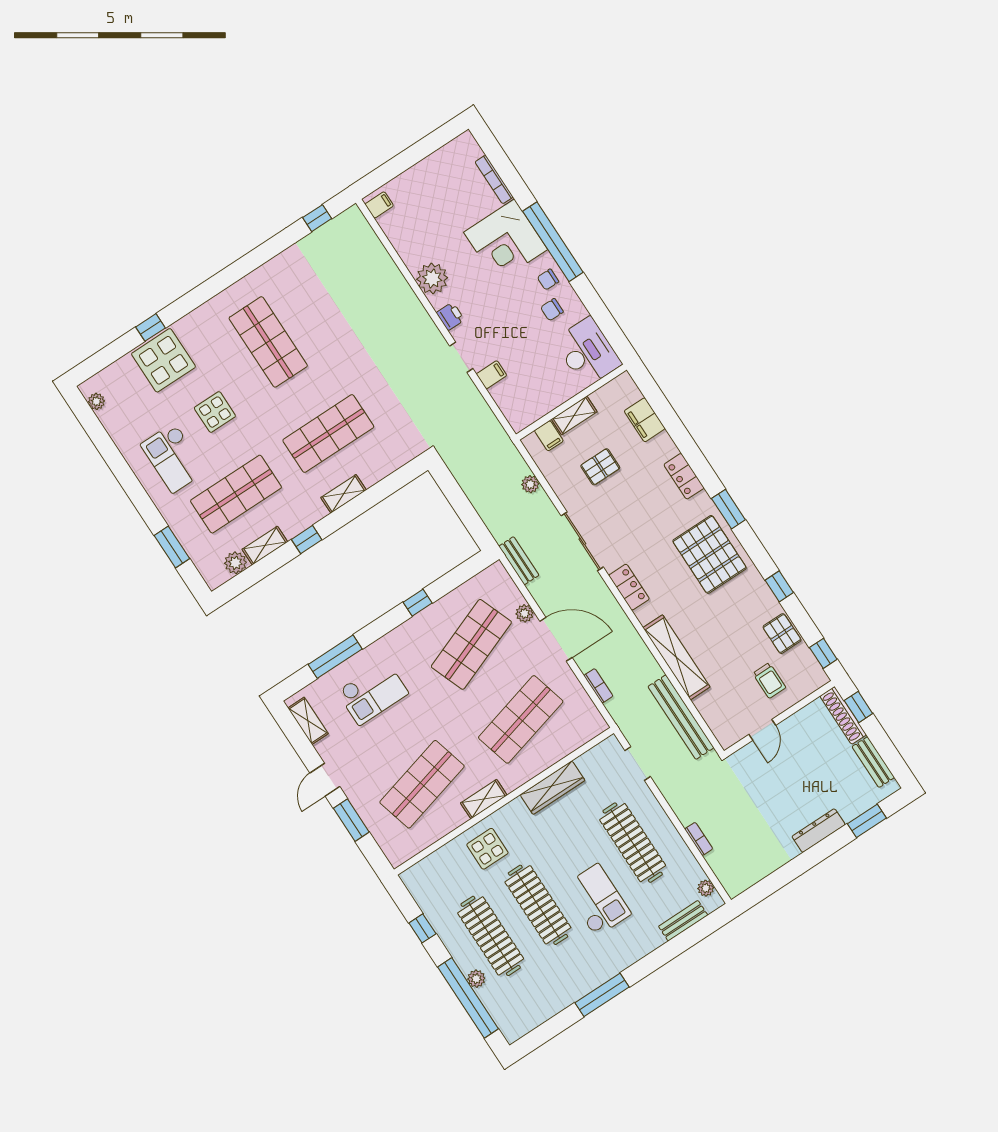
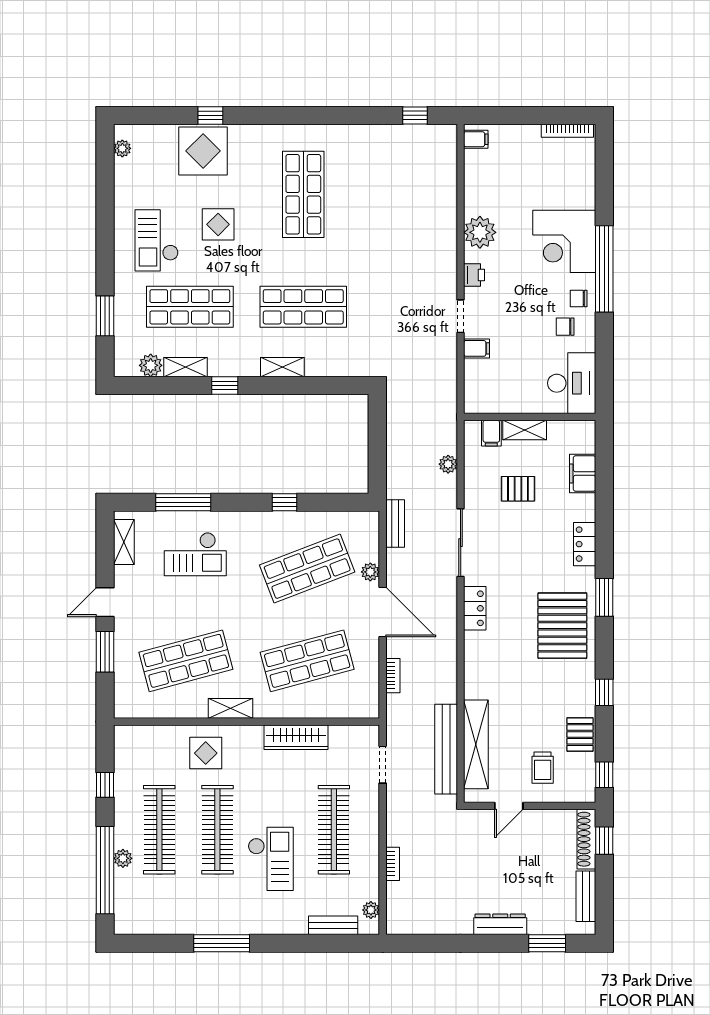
bookcase: (494, 179) -> (567, 131), moved, turned -90
shelving: (676, 657) -> (476, 744), moved

